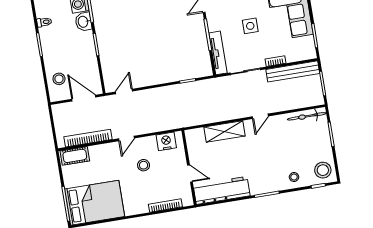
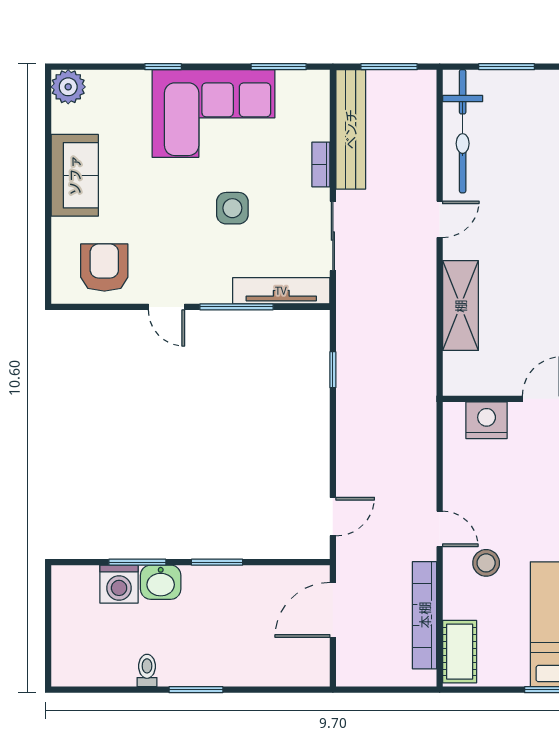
stool: (59, 79) -> (280, 658), removed
door: (124, 91) -> (333, 517), swing flipped
door: (260, 116) -> (440, 219), hinge flipped
bicycle: (307, 116) -> (463, 131), width x1.37, depth x1.40
nightstand: (166, 141) -> (487, 420), moved, turned 90
stool: (144, 165) -> (486, 563), moved

